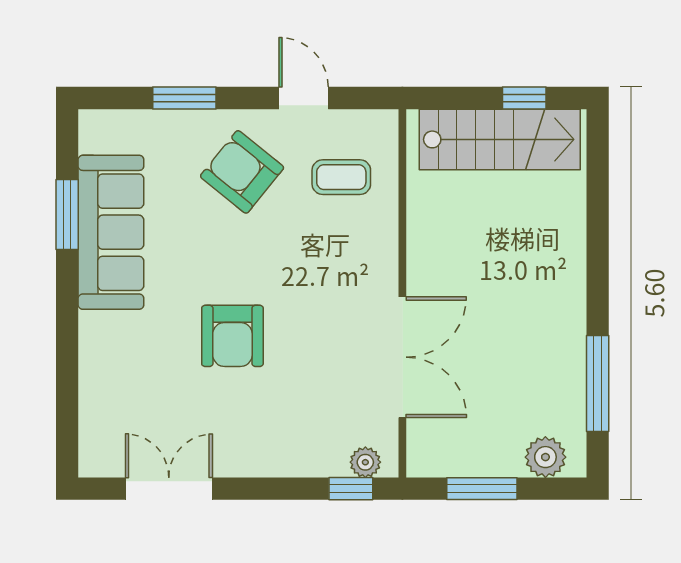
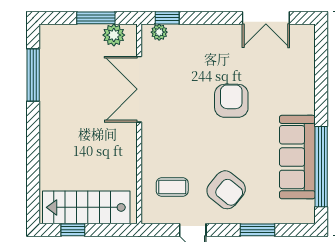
window: (67, 215) -> (321, 167), width x2.11
plant: (545, 457) -> (114, 35), moved

